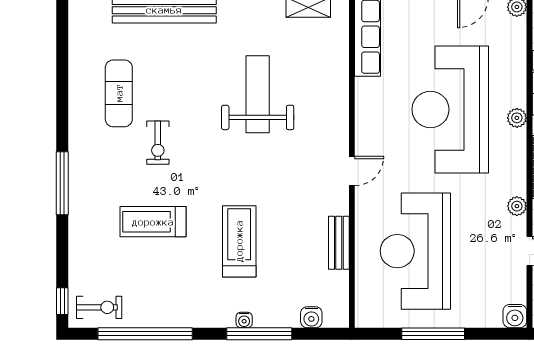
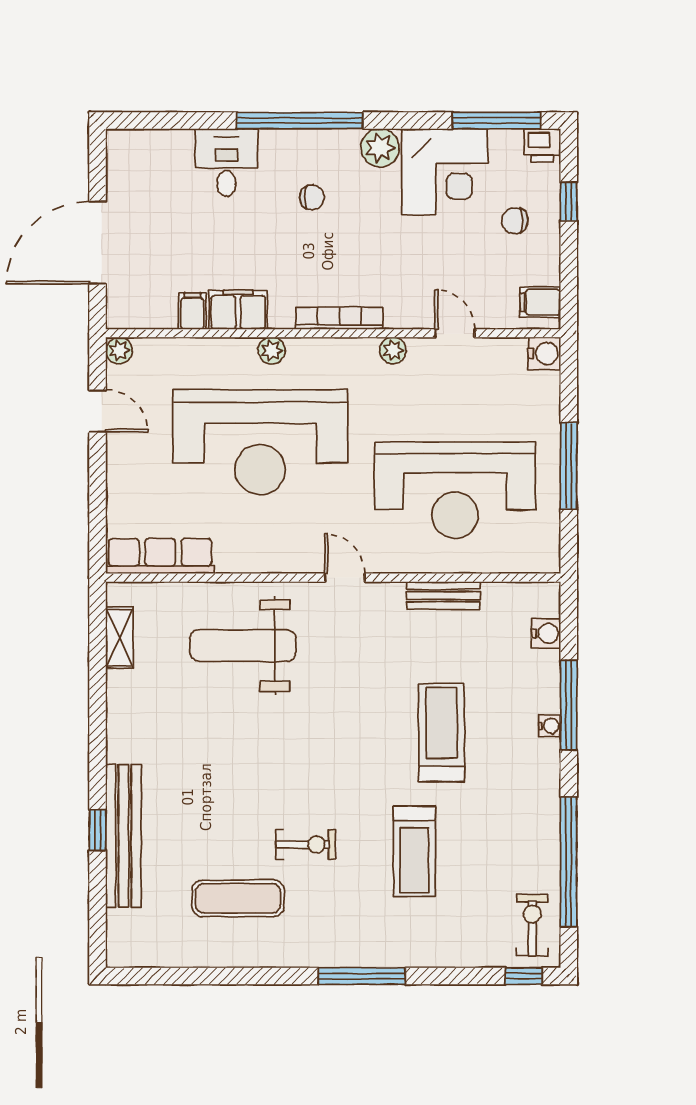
weight bench: (258, 94) -> (243, 646), moved
treadmill: (239, 241) -> (442, 733), turned 90

